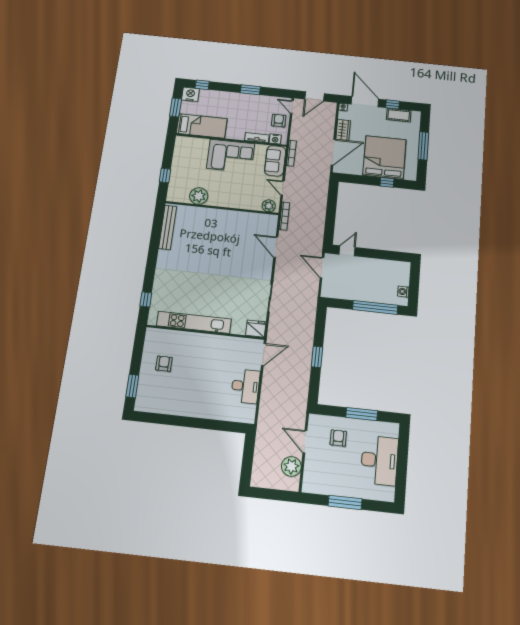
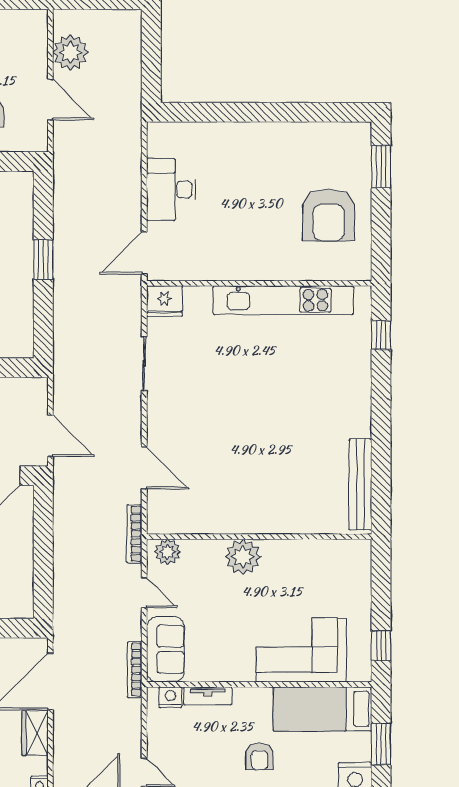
armchair: (279, 121) -> (260, 756), moved
corner sofa: (231, 156) -> (301, 650), moved
window: (165, 175) -> (381, 646), moved
plant: (199, 196) -> (243, 557), moved
armchair: (164, 364) -> (329, 215), width x1.88, depth x1.88

